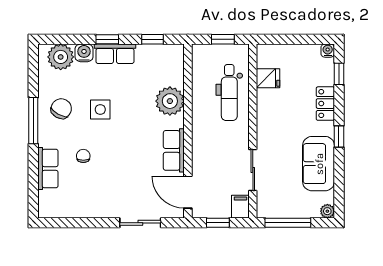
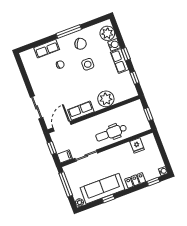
dental chair: (229, 93) -> (111, 133), moved
window: (339, 137) -> (108, 199), moved
sofa: (319, 164) -> (103, 189), width x1.36

